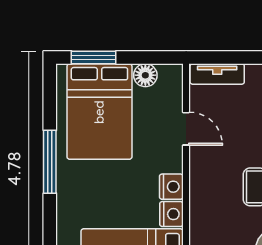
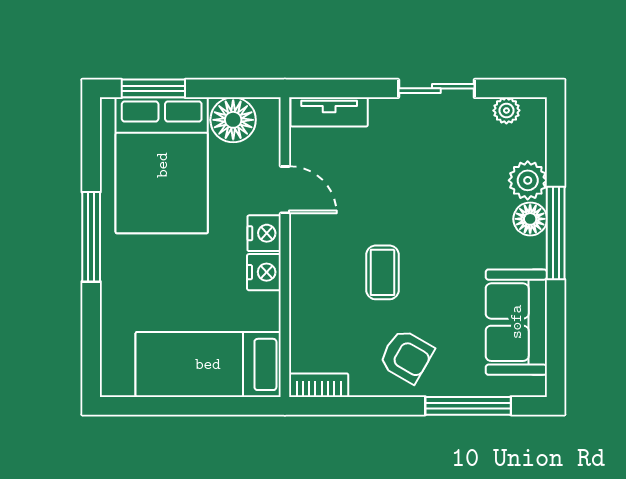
floor lamp: (145, 75) -> (233, 120), width x1.38, depth x1.38
nightstand: (171, 214) -> (264, 233), moved

